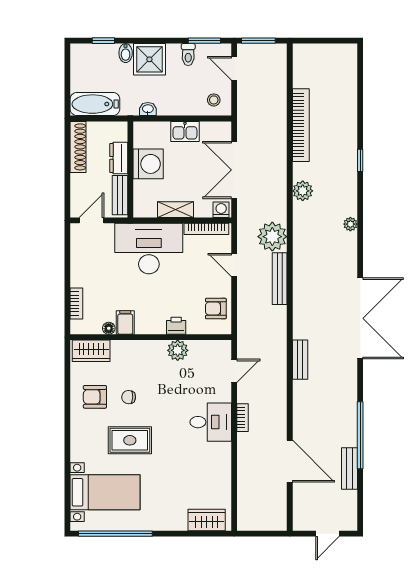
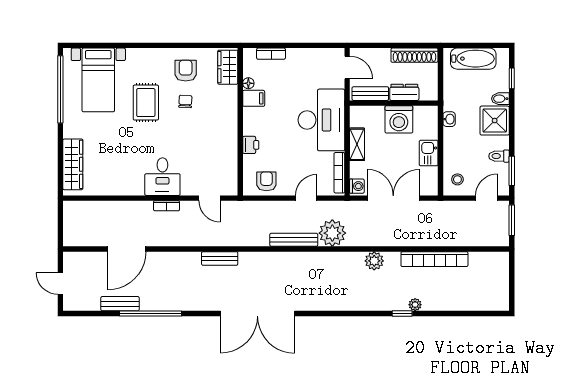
bathtub: (95, 104) -> (473, 59), moved, turned 90
plant: (350, 224) -> (415, 305), moved
plant: (178, 350) -> (228, 146), removed
wardrobe: (207, 520) -> (73, 164), width x1.50

